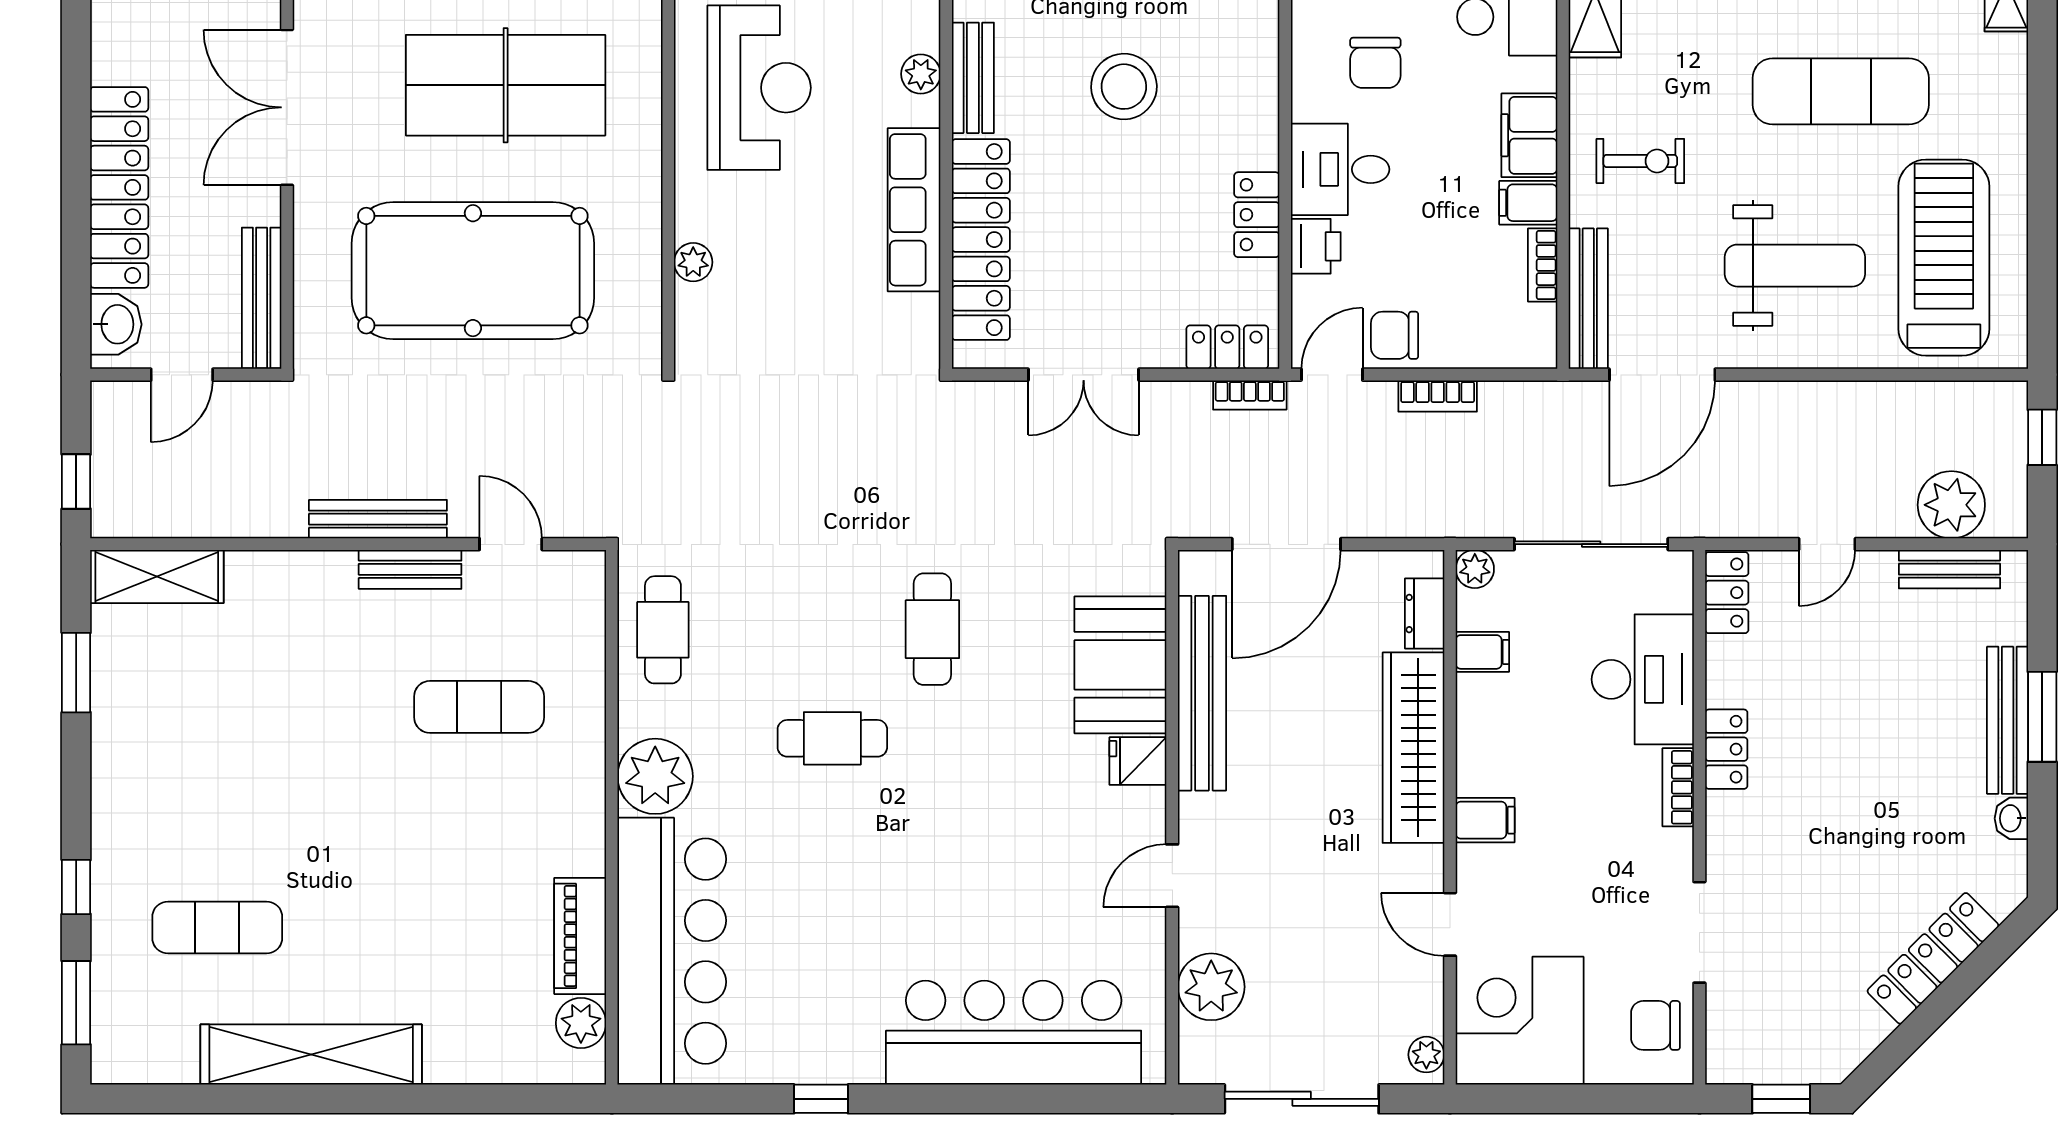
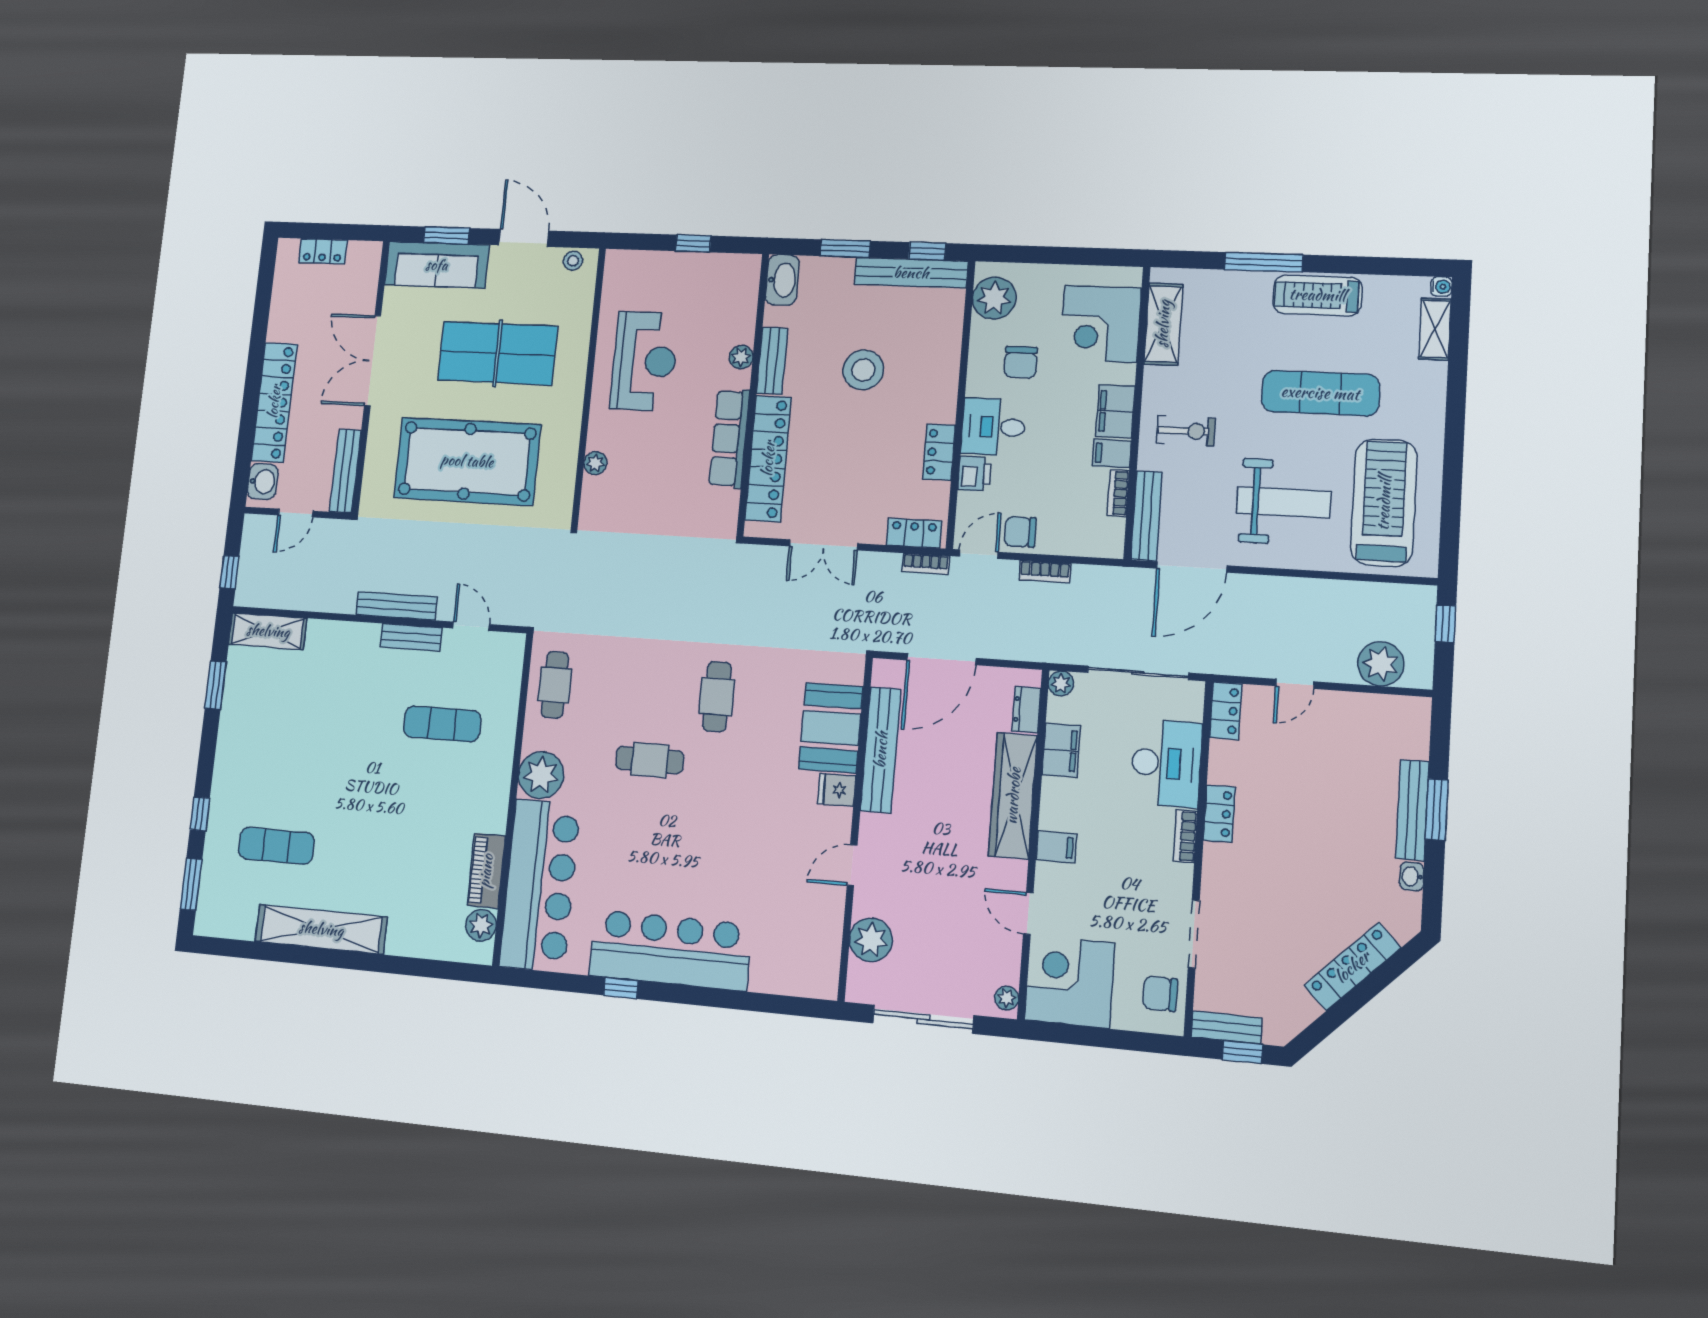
bench: (1949, 569) -> (1227, 1028), moved
filing cabinet: (1482, 652) -> (1061, 750), width x2.00
bar counter: (1014, 1033) -> (670, 950), moved

